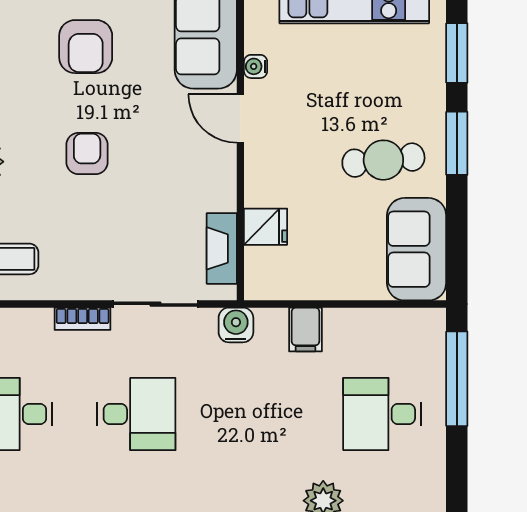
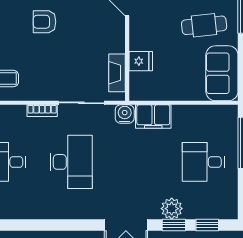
armchair: (87, 153) -> (45, 22), turned -90
filing cabinet: (305, 330) -> (153, 116), width x2.00
desk: (136, 414) -> (71, 162), width x1.37

